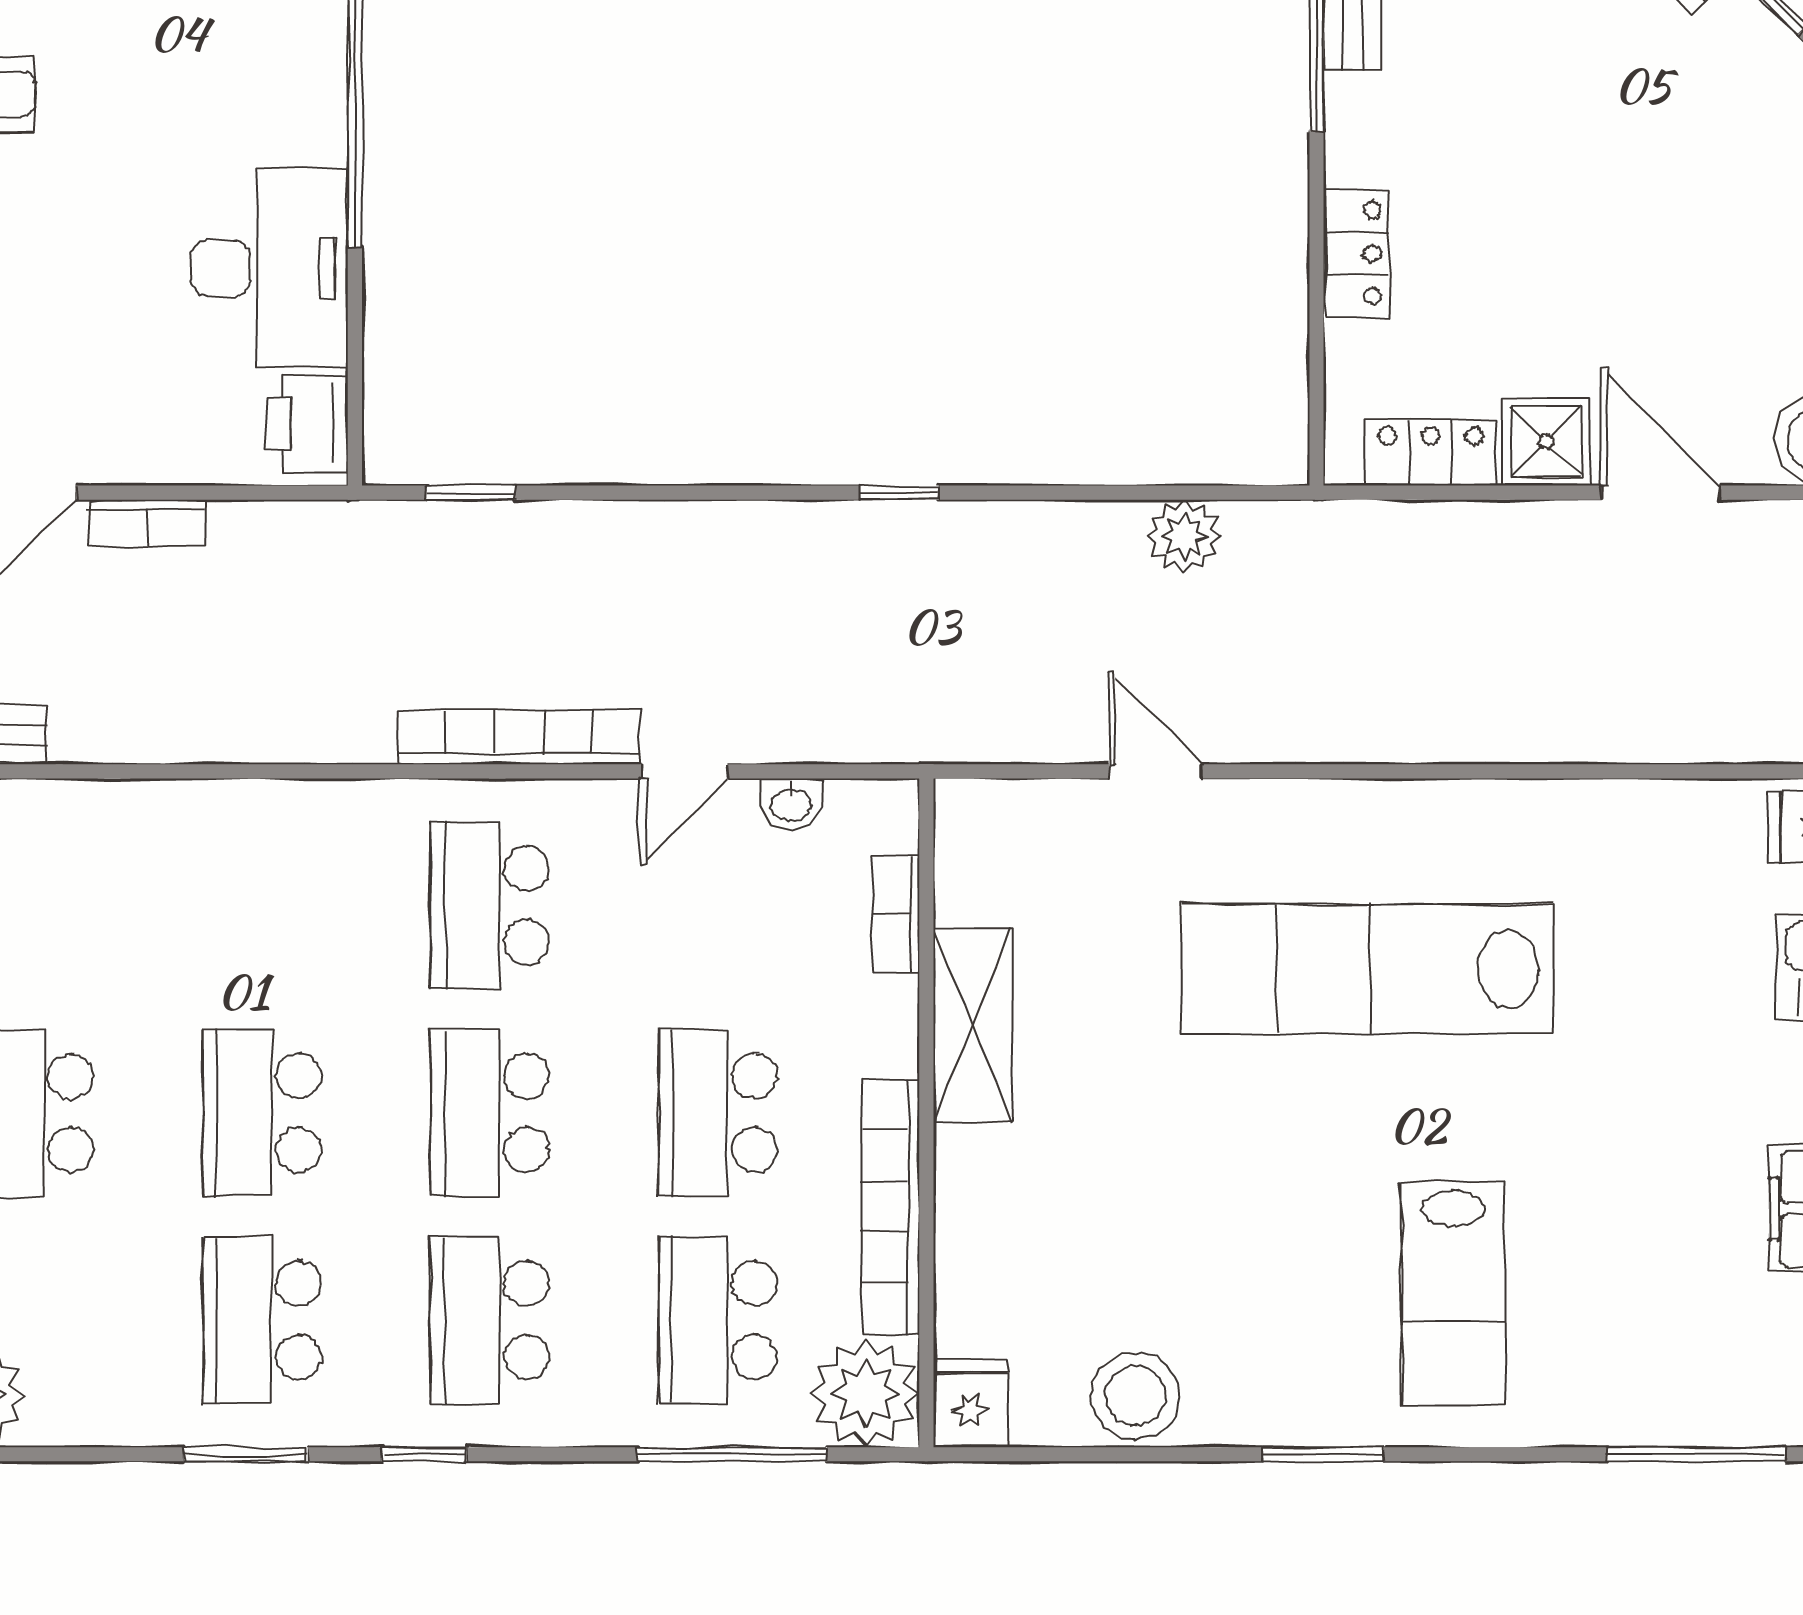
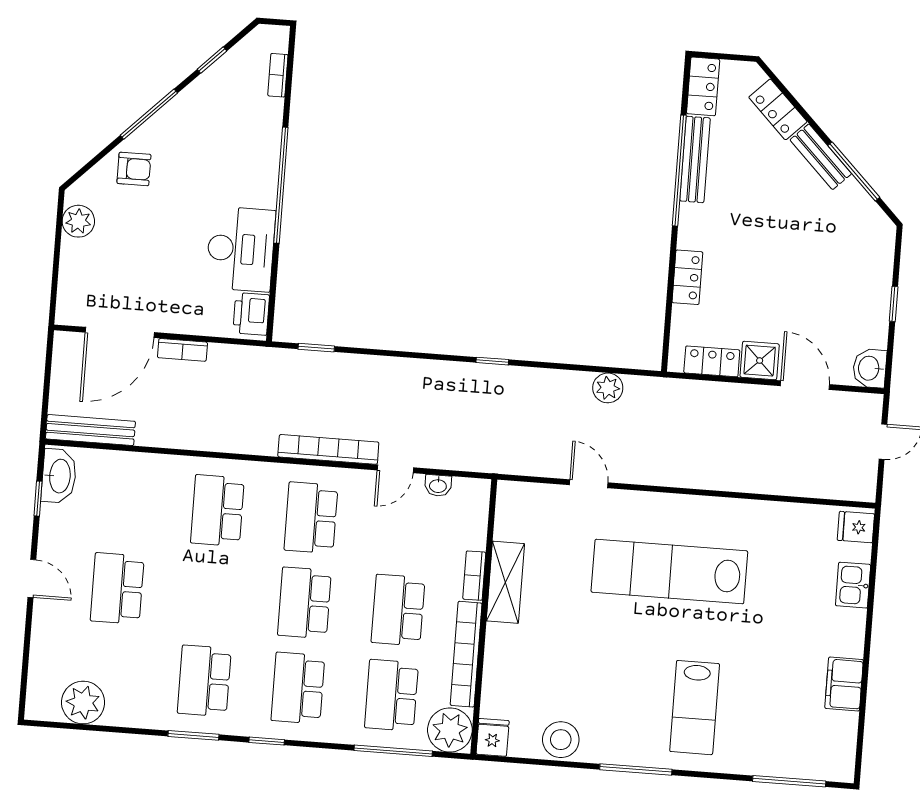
bookcase: (896, 914) -> (474, 576), moved
school desk: (262, 1113) -> (217, 510), moved
window: (1323, 1454) -> (636, 769), width x1.44

